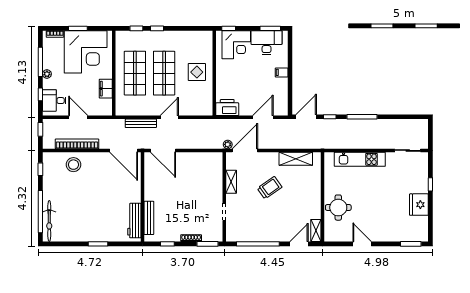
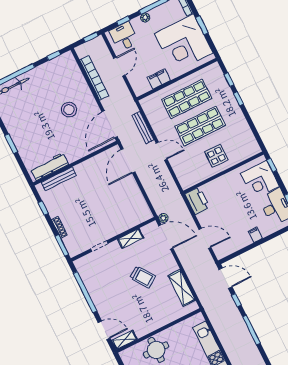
stool: (73, 165) -> (69, 110), moved

